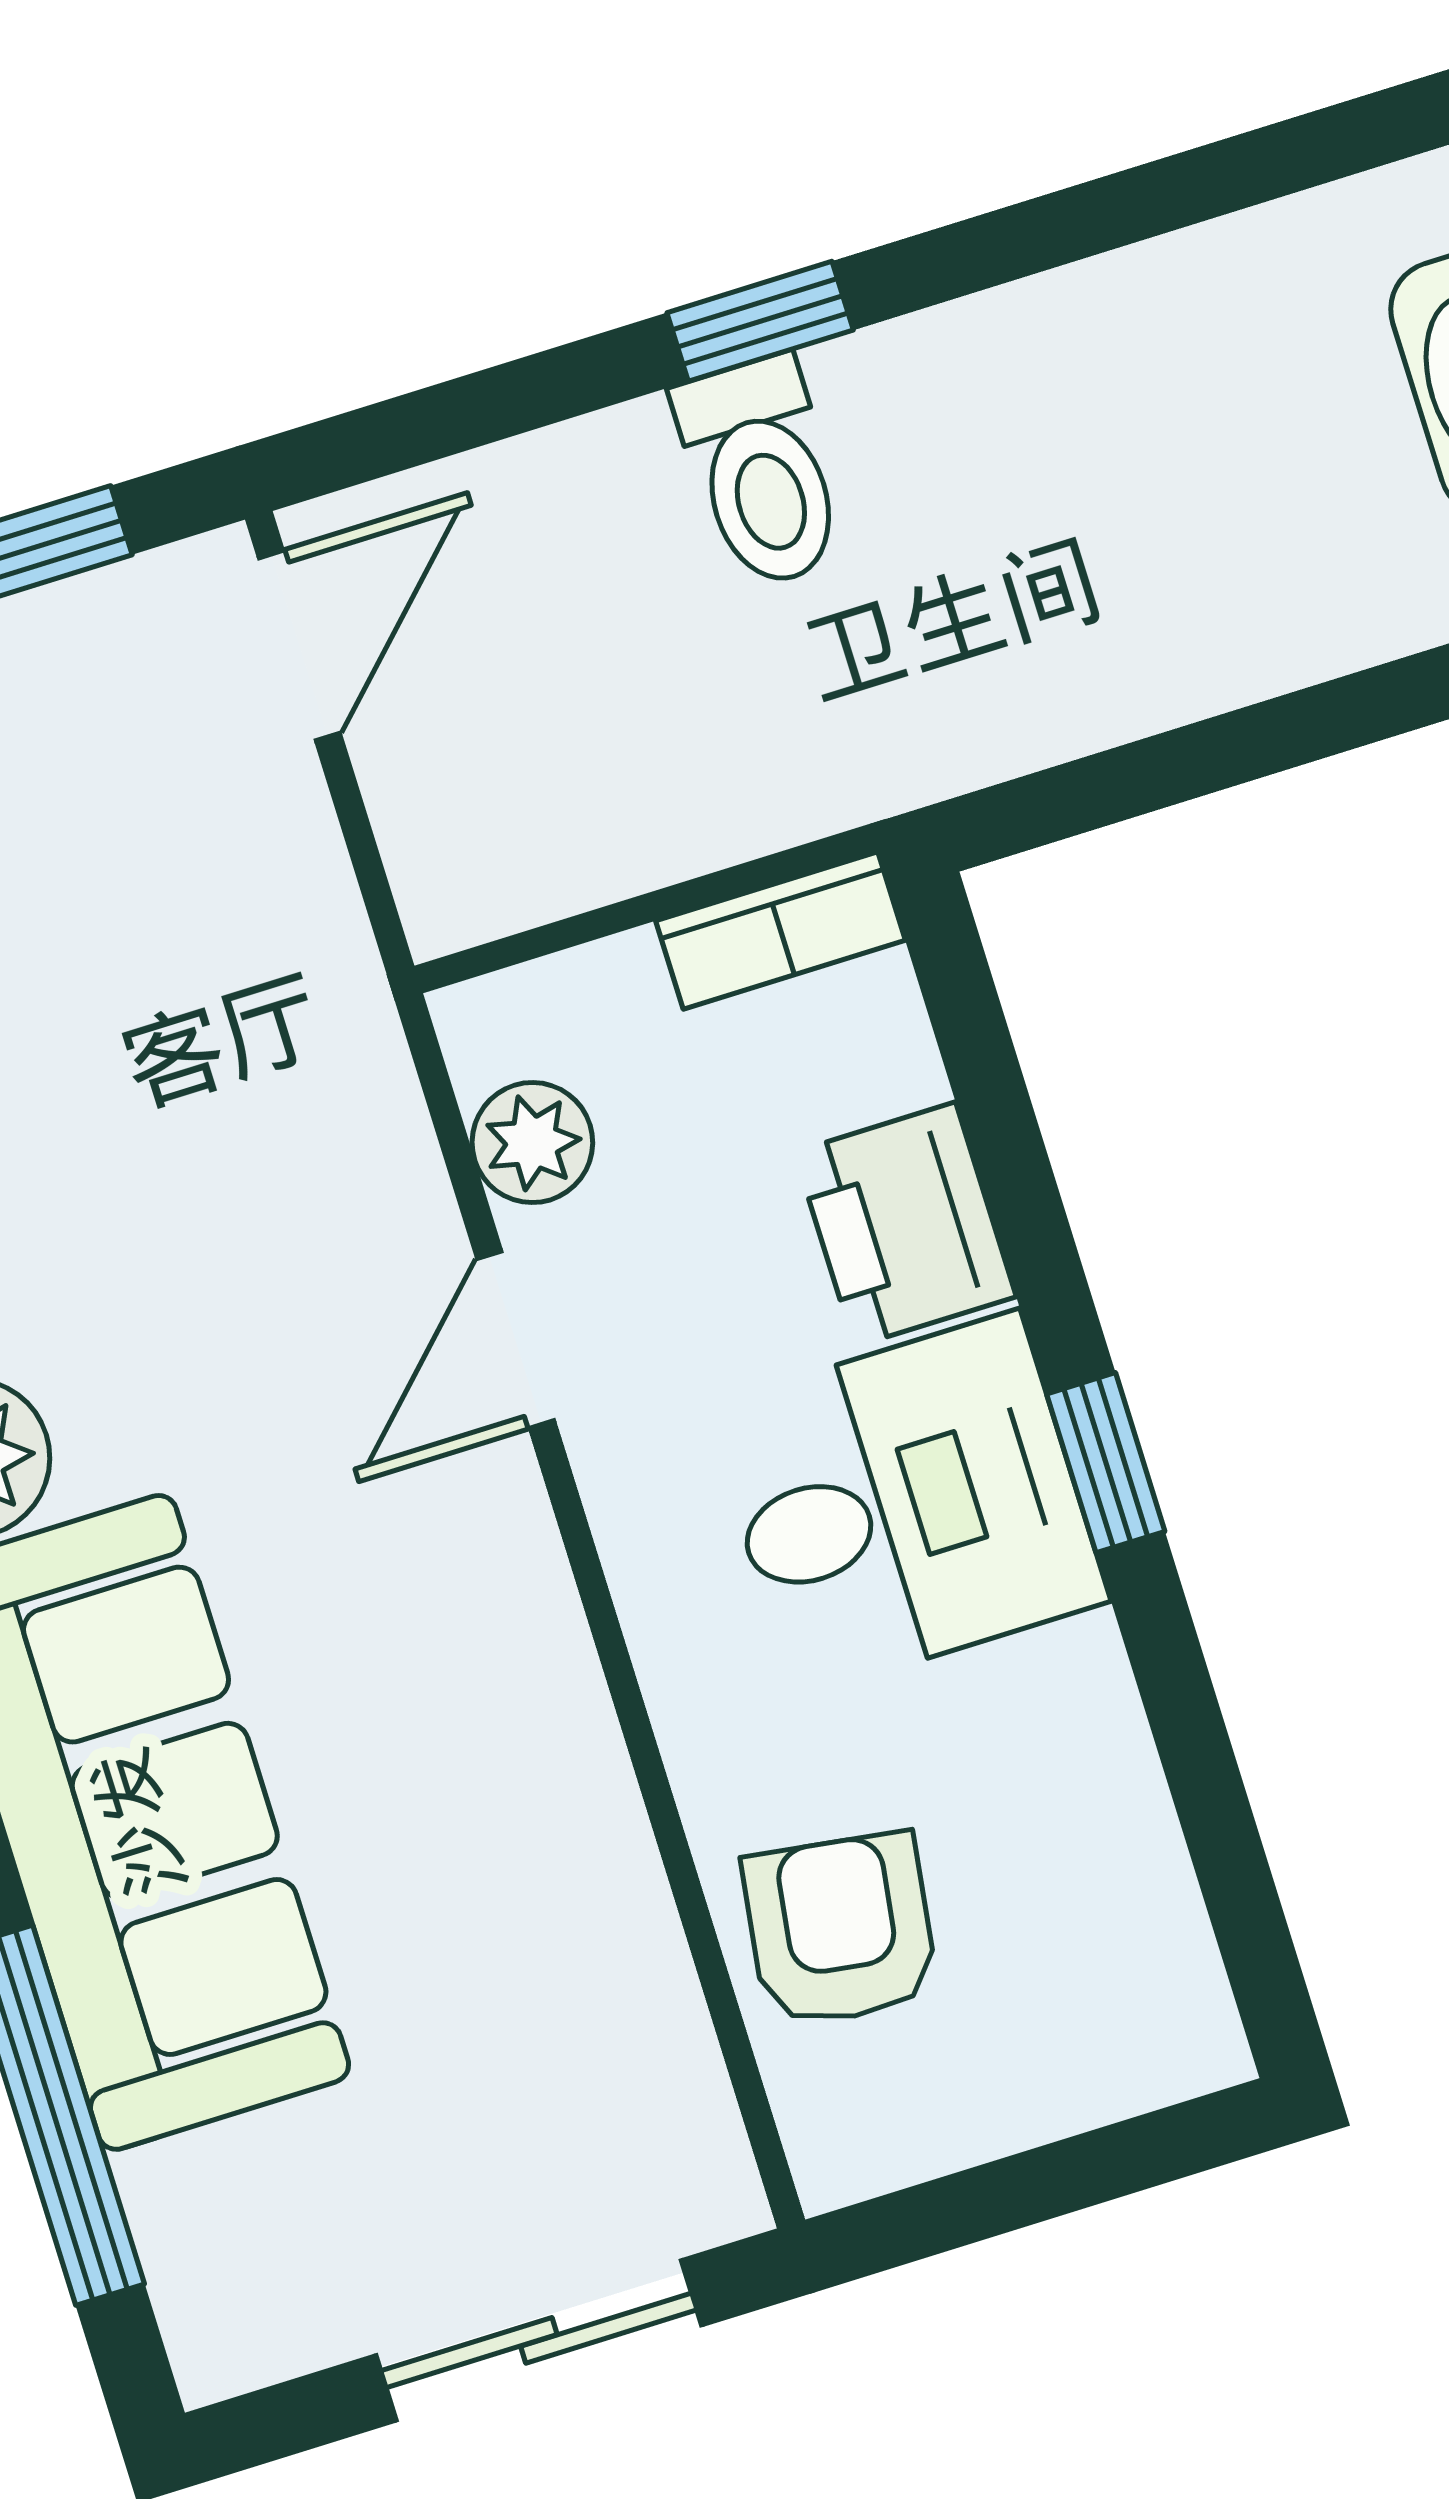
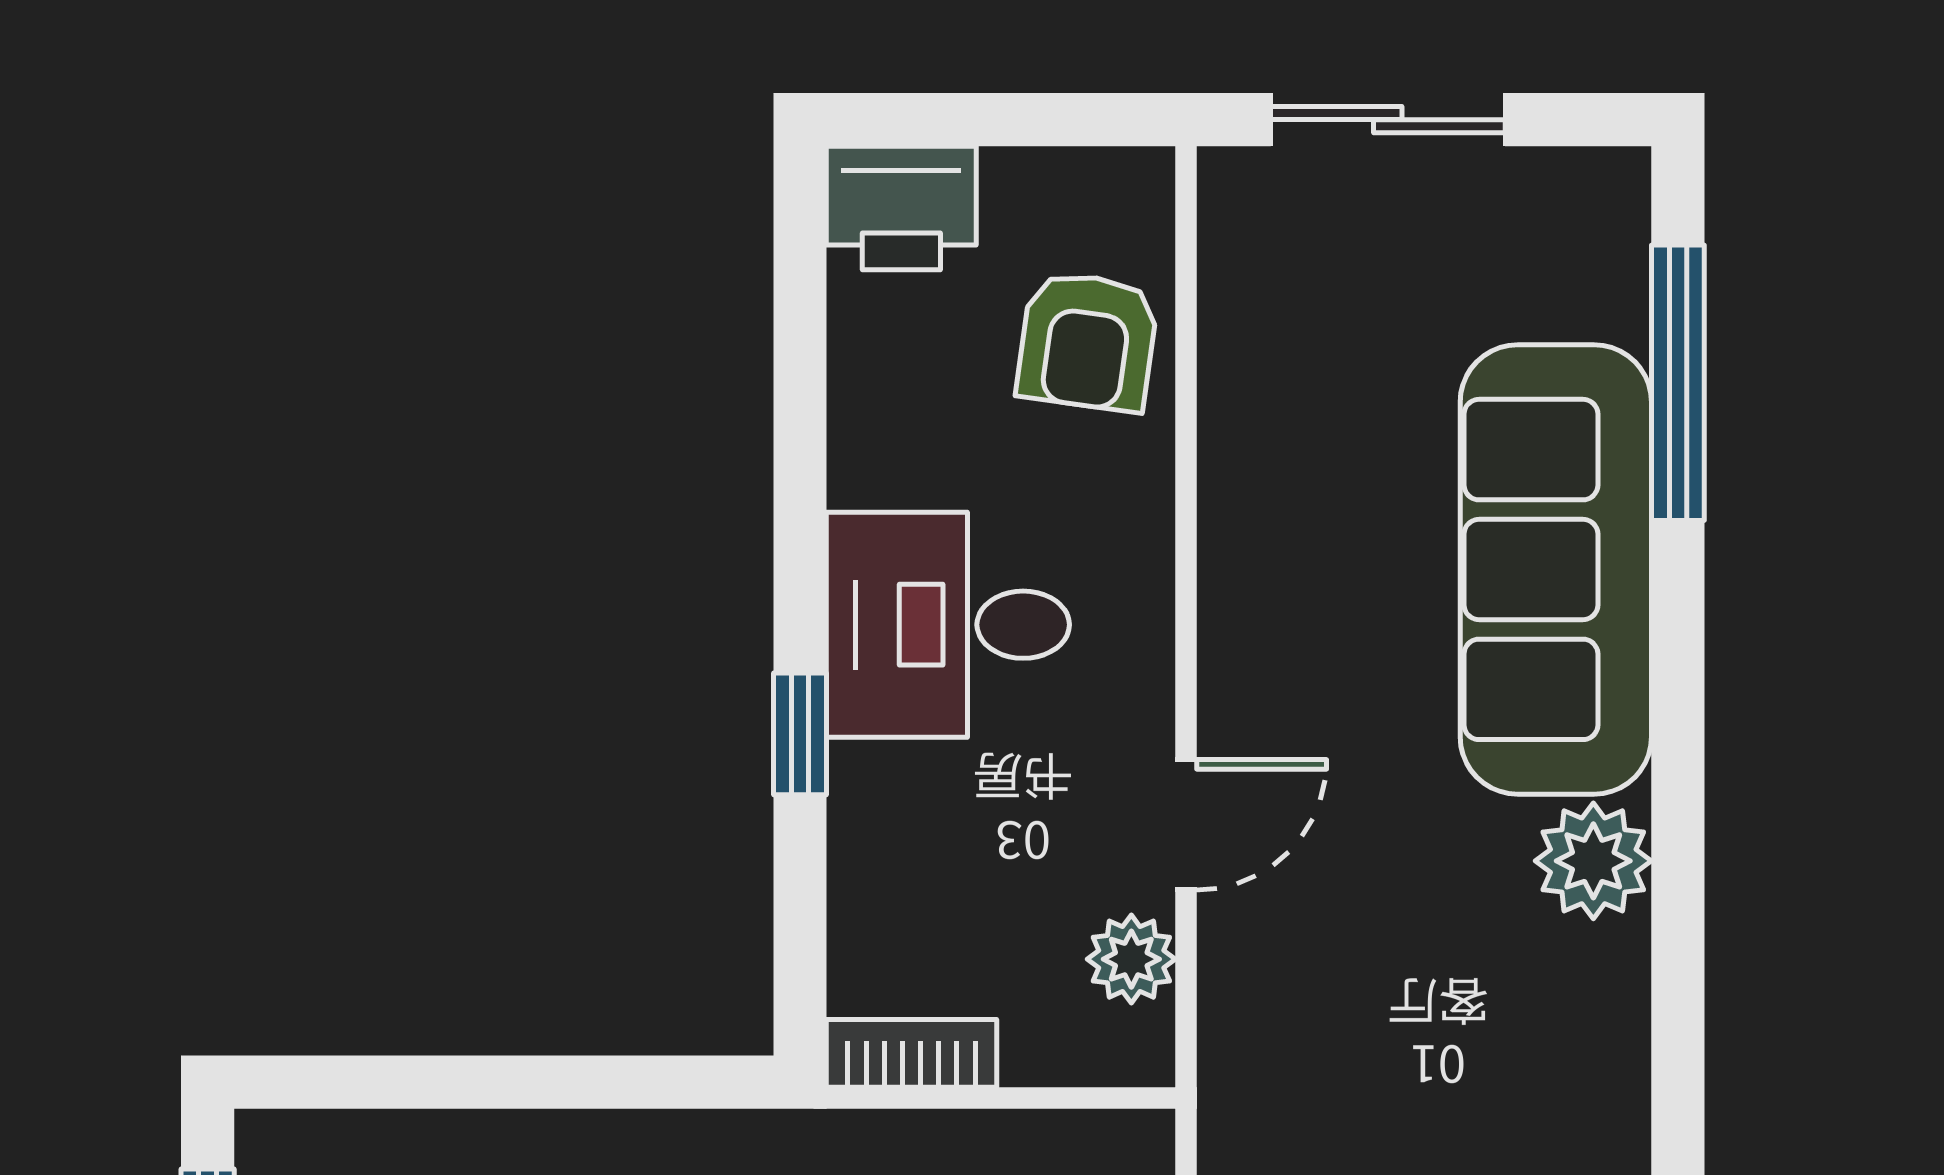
printer: (905, 1224) -> (901, 208), moved, turned 90
window: (1106, 1463) -> (800, 734), moved

